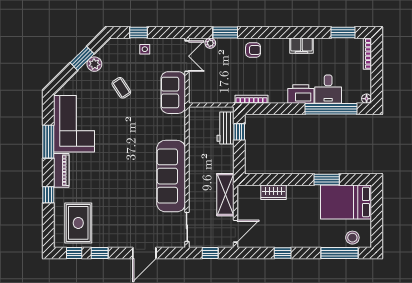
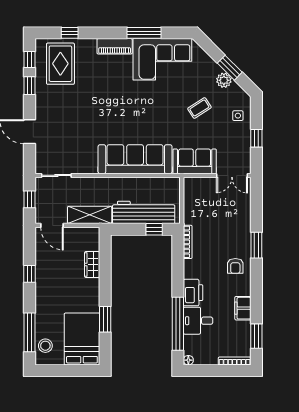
window: (139, 33) -> (256, 138), moved
window: (225, 33) -> (256, 245), moved
plant: (210, 43) -> (245, 200), removed
filing cabinet: (302, 46) -> (243, 308), moved
side table: (145, 49) -> (238, 116), moved
armchair: (253, 50) -> (235, 266), moved
workbench: (226, 128) -> (144, 212), width x1.88, depth x1.32
sofa: (171, 176) -> (135, 159), moved
window: (48, 195) -> (70, 33), moved
rug: (78, 223) -> (60, 64), turned 90

